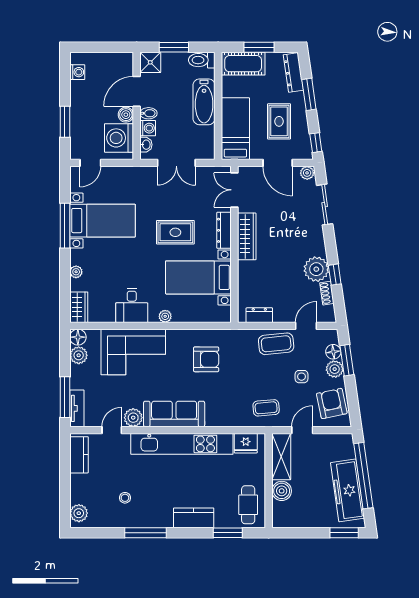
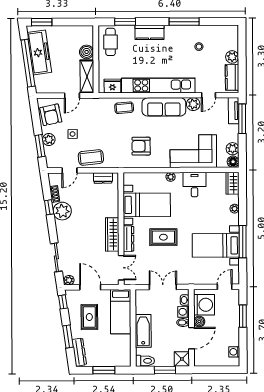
cot: (243, 64) -> (115, 358), removed
floor lamp: (333, 352) -> (50, 152), removed
coffee table: (266, 408) -> (124, 108), moved
plant: (79, 513) -> (232, 57), moved

